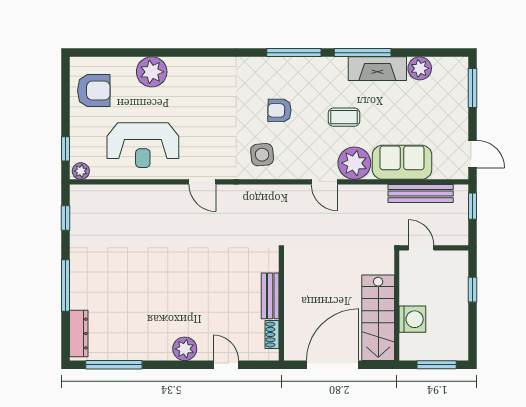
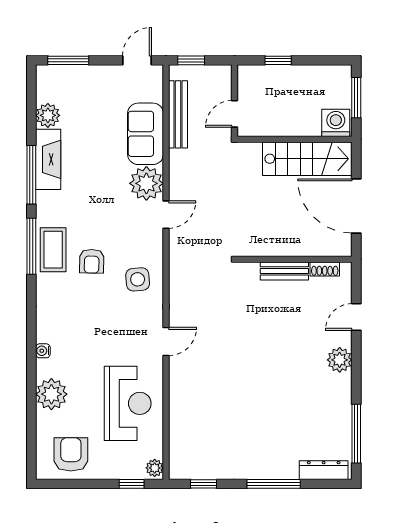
water cooler: (193, 64) -> (43, 351), added
coffee table: (344, 117) -> (53, 250), moved, width x1.36, depth x1.30
washing machine: (412, 319) -> (336, 123), moved

